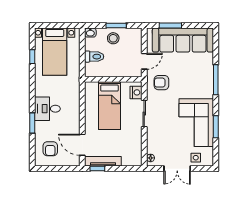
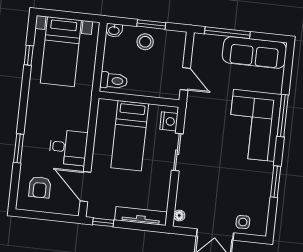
window: (170, 26) -> (227, 33), width x1.44
sofa: (183, 40) -> (254, 53), width x0.74, depth x0.79
toilet: (94, 57) -> (114, 81), moved
door: (144, 61) -> (185, 79), hinge flipped
armchair: (161, 83) -> (206, 111), removed
desk: (47, 109) -> (68, 147), moved, turned 180
corner sofa: (196, 123) -> (254, 125), moved
tv unit: (103, 161) -> (141, 216), moved

